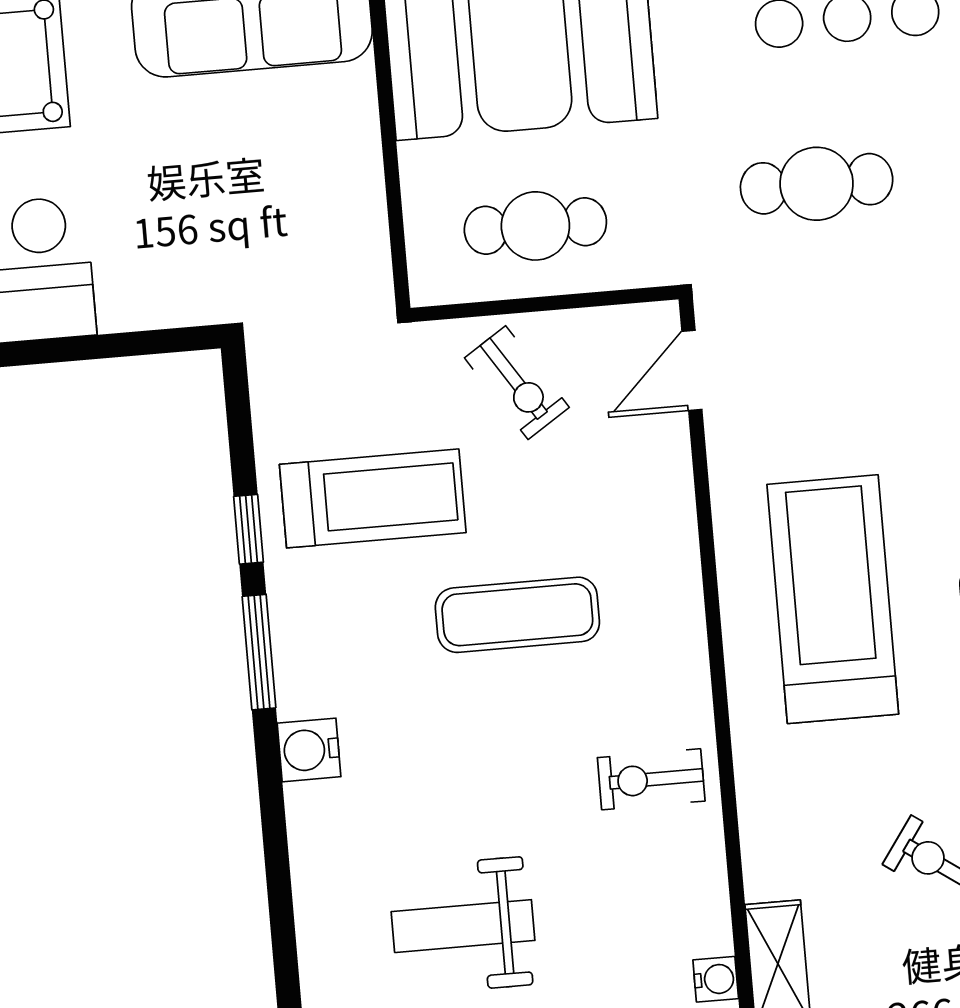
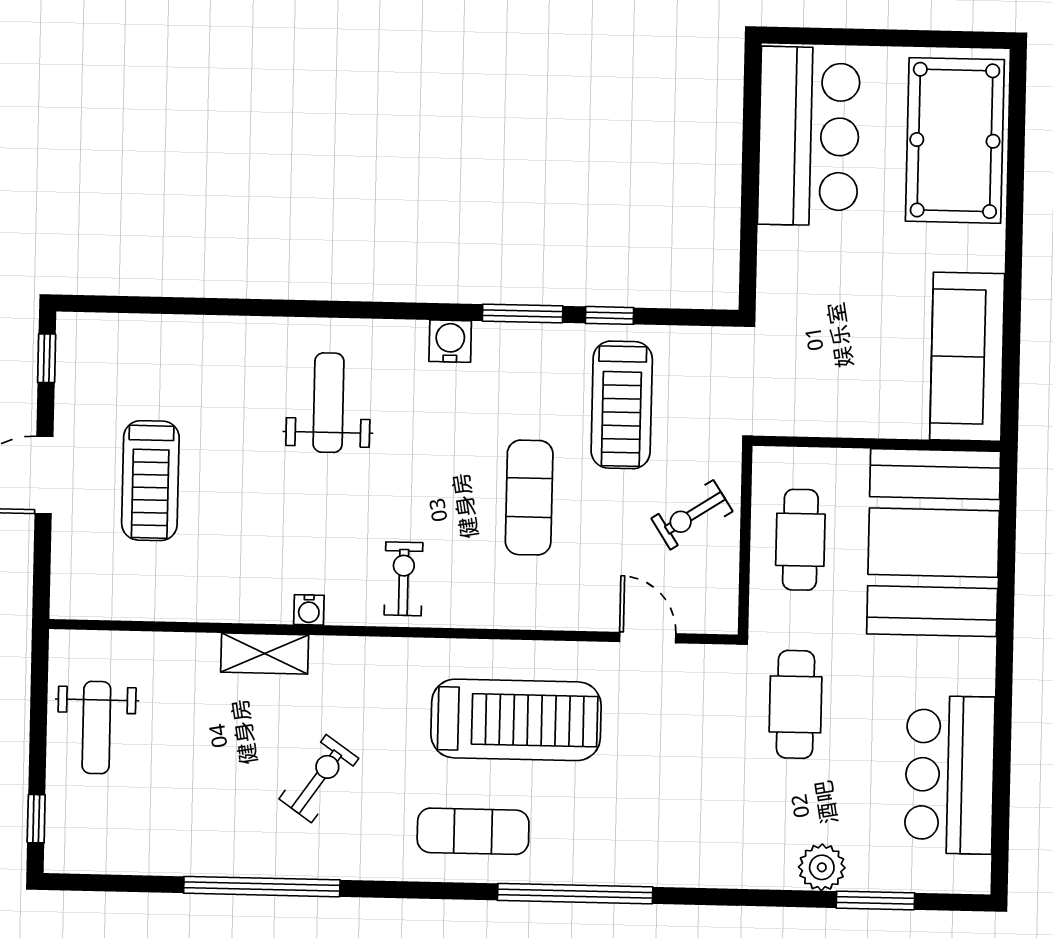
cafe table: (817, 184) -> (795, 704), moved
door: (692, 370) -> (648, 638), moved
weight bench: (463, 926) -> (329, 403), moved
water cooler: (716, 979) -> (309, 610), moved

